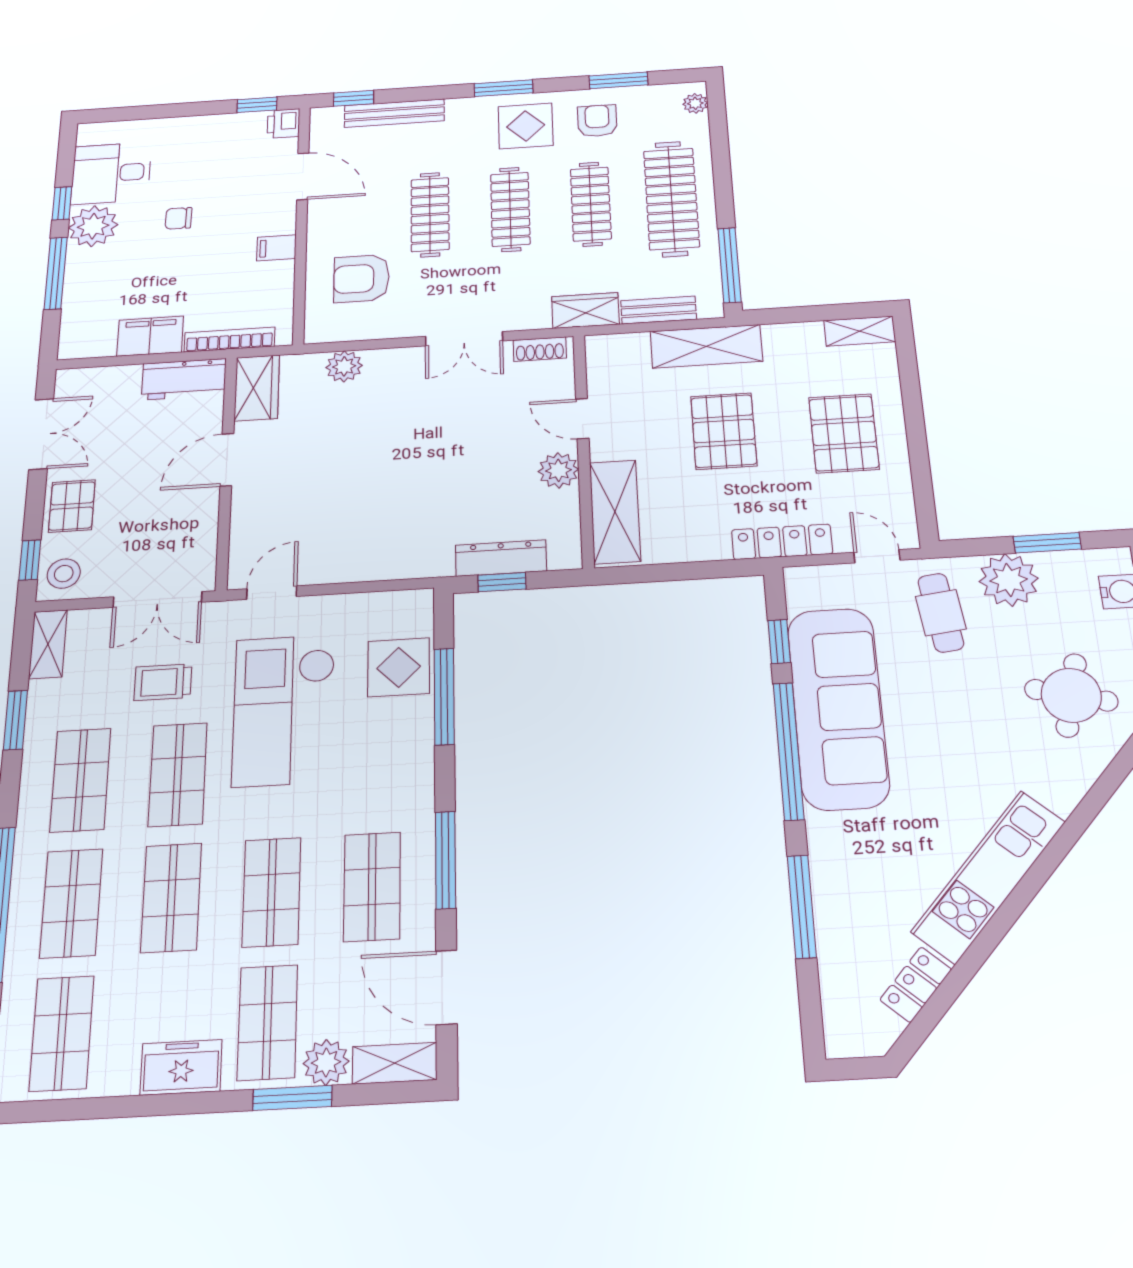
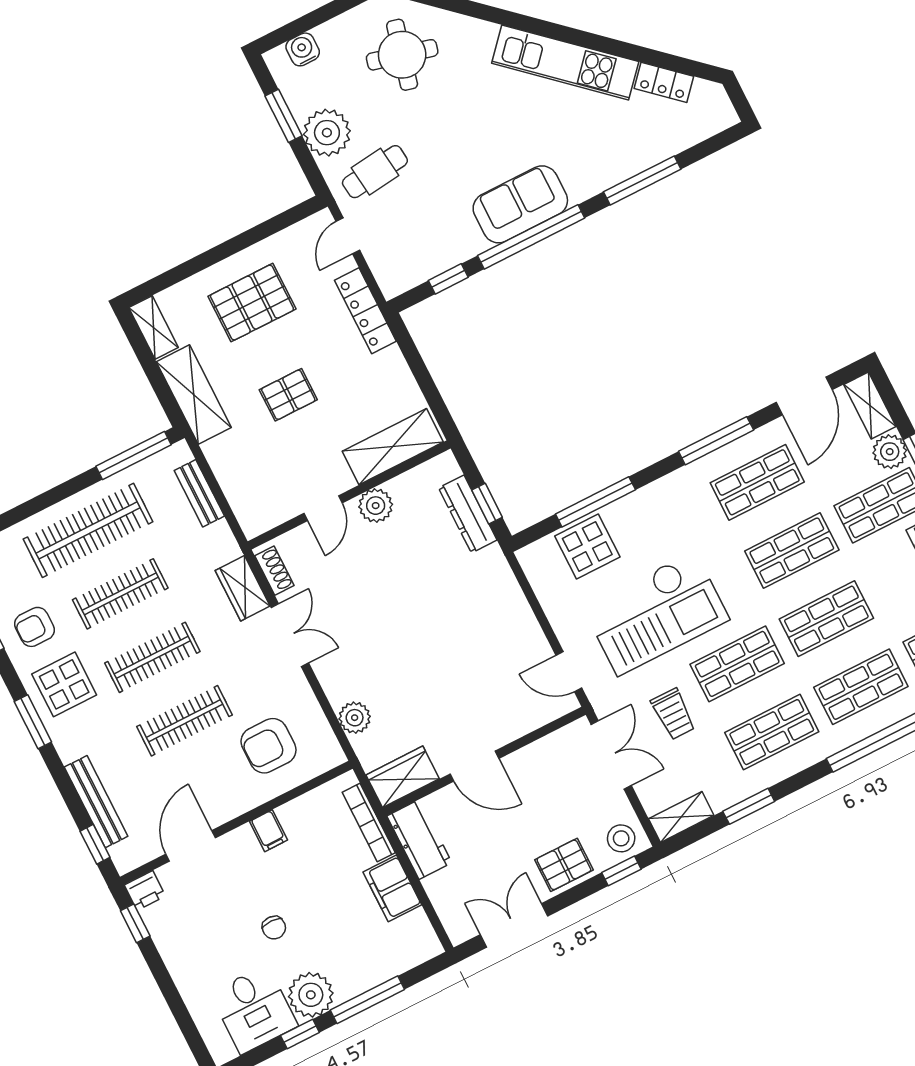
armchair: (361, 278) -> (269, 746), turned 90
wardrobe: (585, 310) -> (243, 588), moved
shelving: (706, 346) -> (194, 395), moved
pallet: (724, 431) -> (288, 395), width x0.67, depth x0.71
sofa: (838, 708) -> (520, 204), width x0.54, depth x0.79

